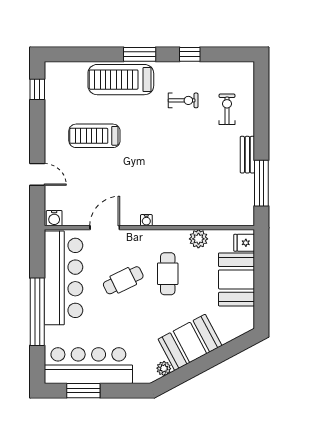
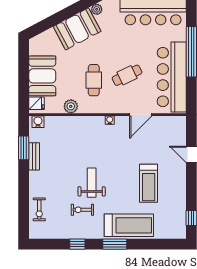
exercise bike: (227, 109) -> (39, 209), moved
treadmill: (94, 136) -> (149, 183), turned 90
weight bench: (171, 137) -> (92, 183), added
bench: (247, 155) -> (34, 156), moved
window: (261, 183) -> (24, 148), width x0.69
water cooler: (54, 218) -> (38, 122), moved

